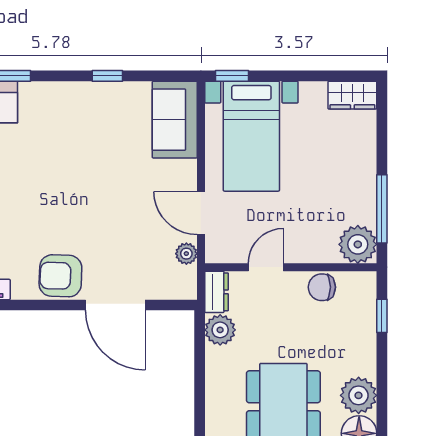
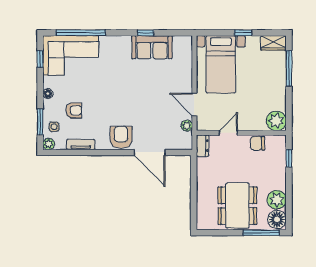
window: (232, 76) -> (243, 33), moved
sofa: (175, 120) -> (152, 47), moved, turned -90
window: (382, 209) -> (289, 68), moved
armchair: (60, 276) -> (121, 137), turned 88
plant: (220, 330) -> (204, 166), removed

